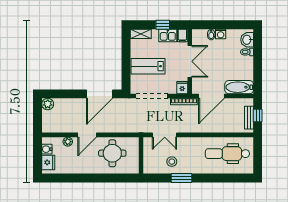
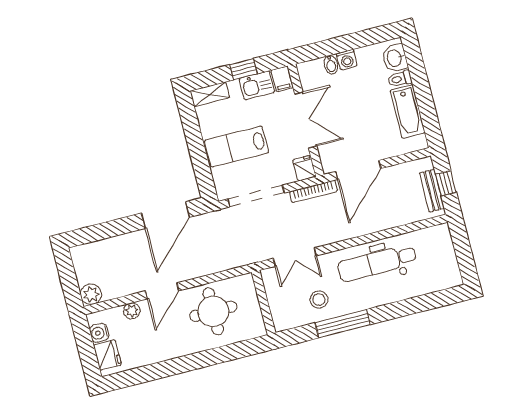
bathtub: (239, 87) -> (408, 112), moved, turned -90
plant: (48, 104) -> (91, 294), moved
dental chair: (227, 154) -> (377, 263), moved
window: (181, 178) -> (343, 324), width x1.44

